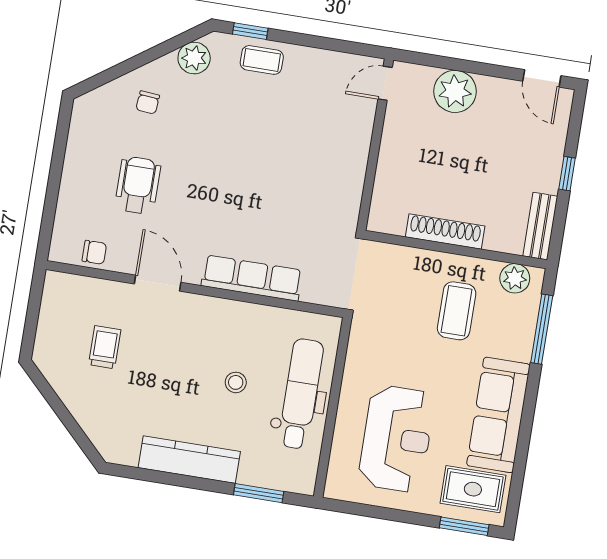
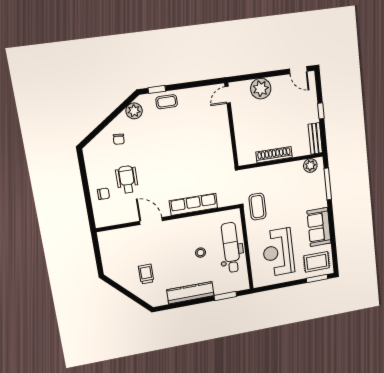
chair: (94, 252) -> (103, 194), moved
coffee table: (457, 311) -> (257, 207), moved
trolley: (105, 347) -> (146, 274), moved
sofa: (498, 415) -> (319, 227), width x0.73
reception desk: (396, 439) -> (278, 252), turned 180

